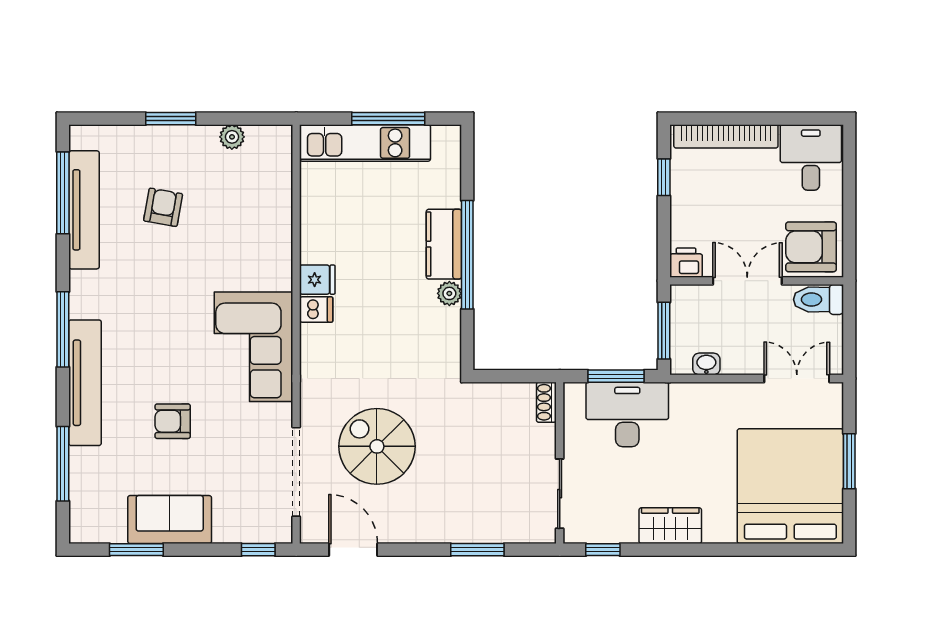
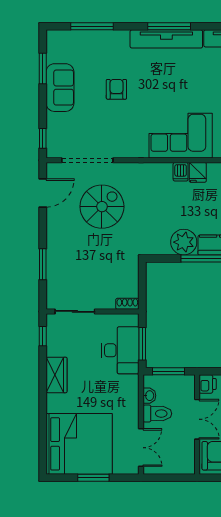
plant: (449, 293) -> (184, 242), width x1.87, depth x1.87
toilet: (818, 299) -> (157, 414), moved, turned 90
corner sofa: (253, 347) -> (181, 136), moved
tv unit: (85, 383) -> (166, 39), moved

